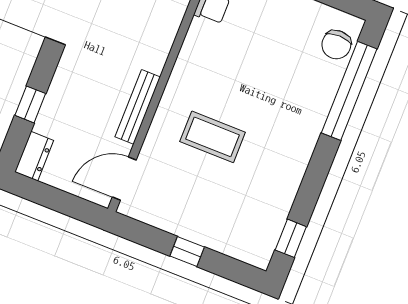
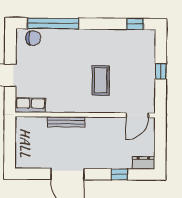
bench: (138, 107) -> (66, 122), moved
door: (124, 179) -> (137, 115), hinge flipped

